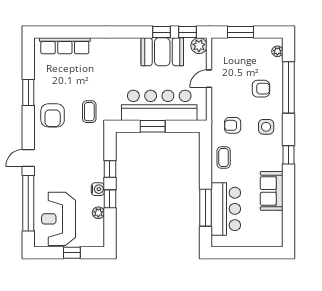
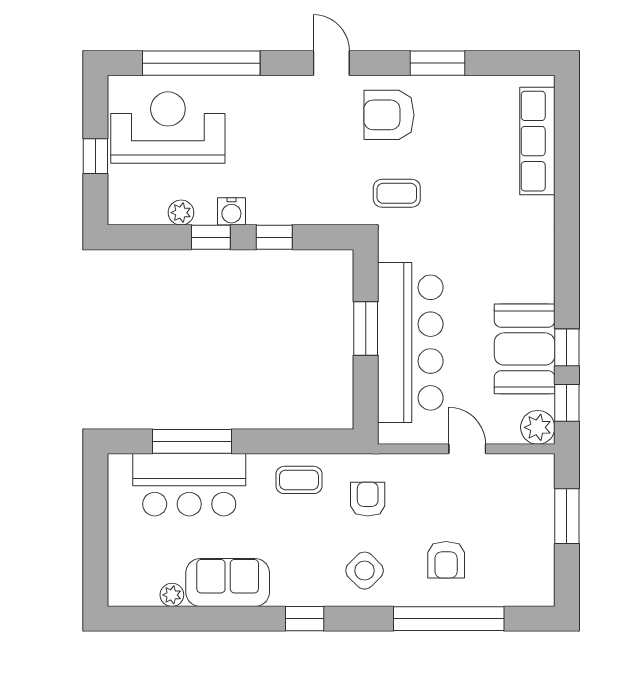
plant: (277, 51) -> (172, 595), moved
side table: (266, 127) -> (365, 571), turned 45
door: (28, 158) -> (331, 63), moved

